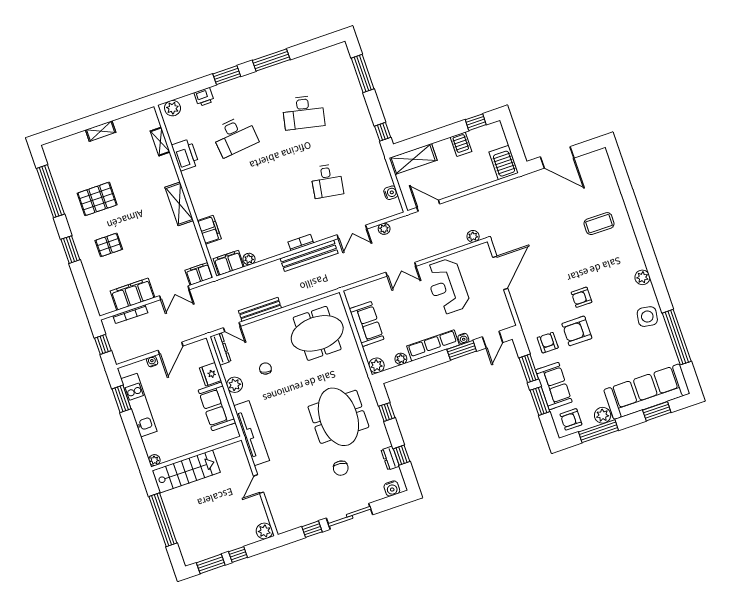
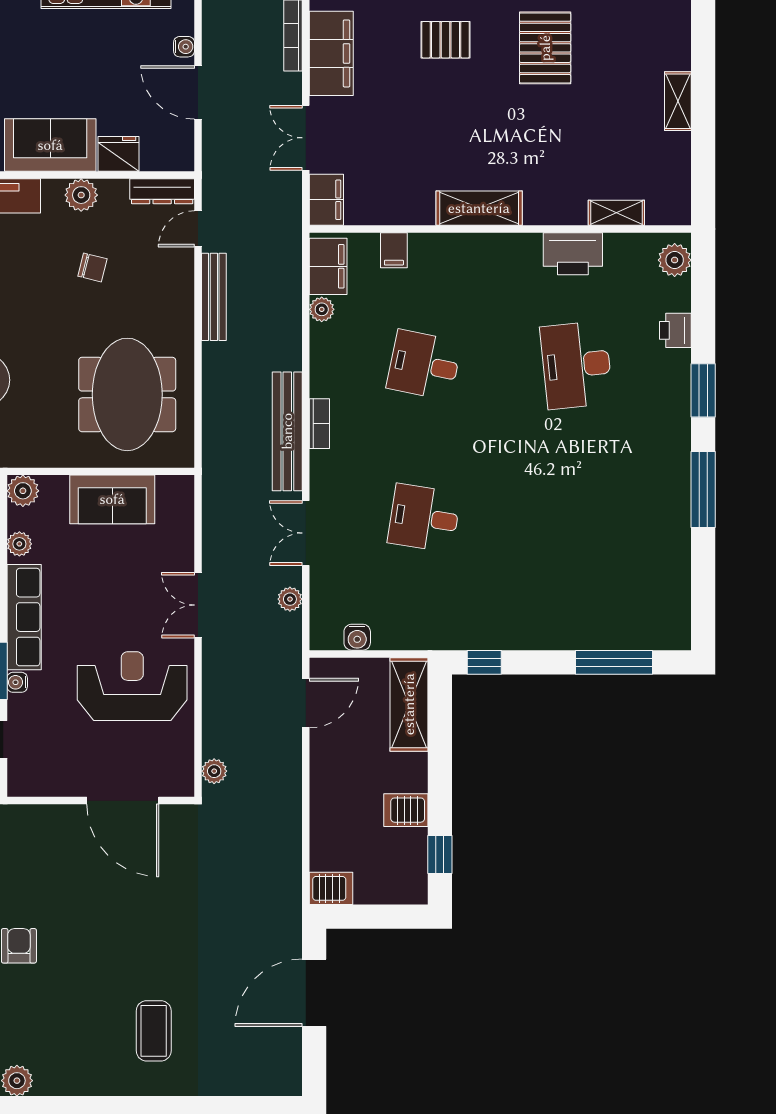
desk: (303, 113) -> (424, 365), moved, width x0.73
server rack: (504, 163) -> (331, 888), width x0.73, depth x0.70
filing cabinet: (209, 230) -> (394, 250), width x0.50
pallet: (109, 245) -> (446, 40), turned 90

